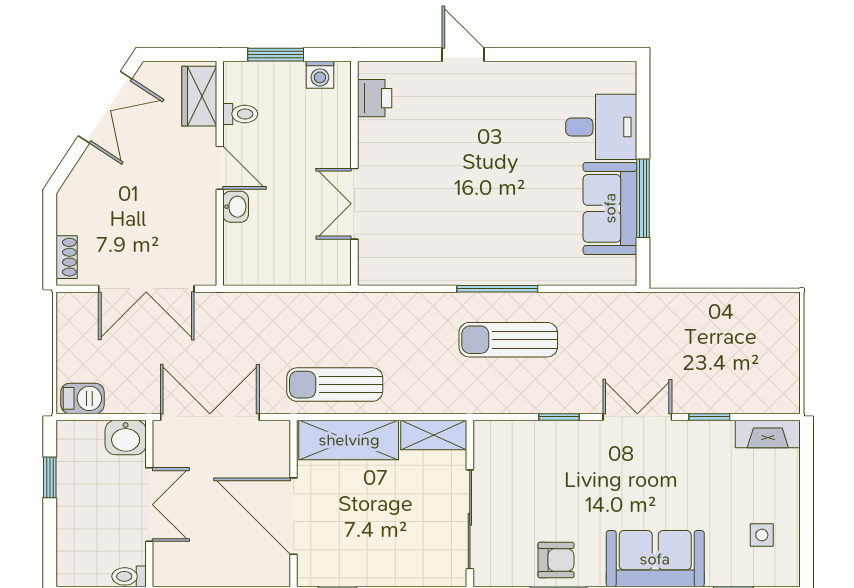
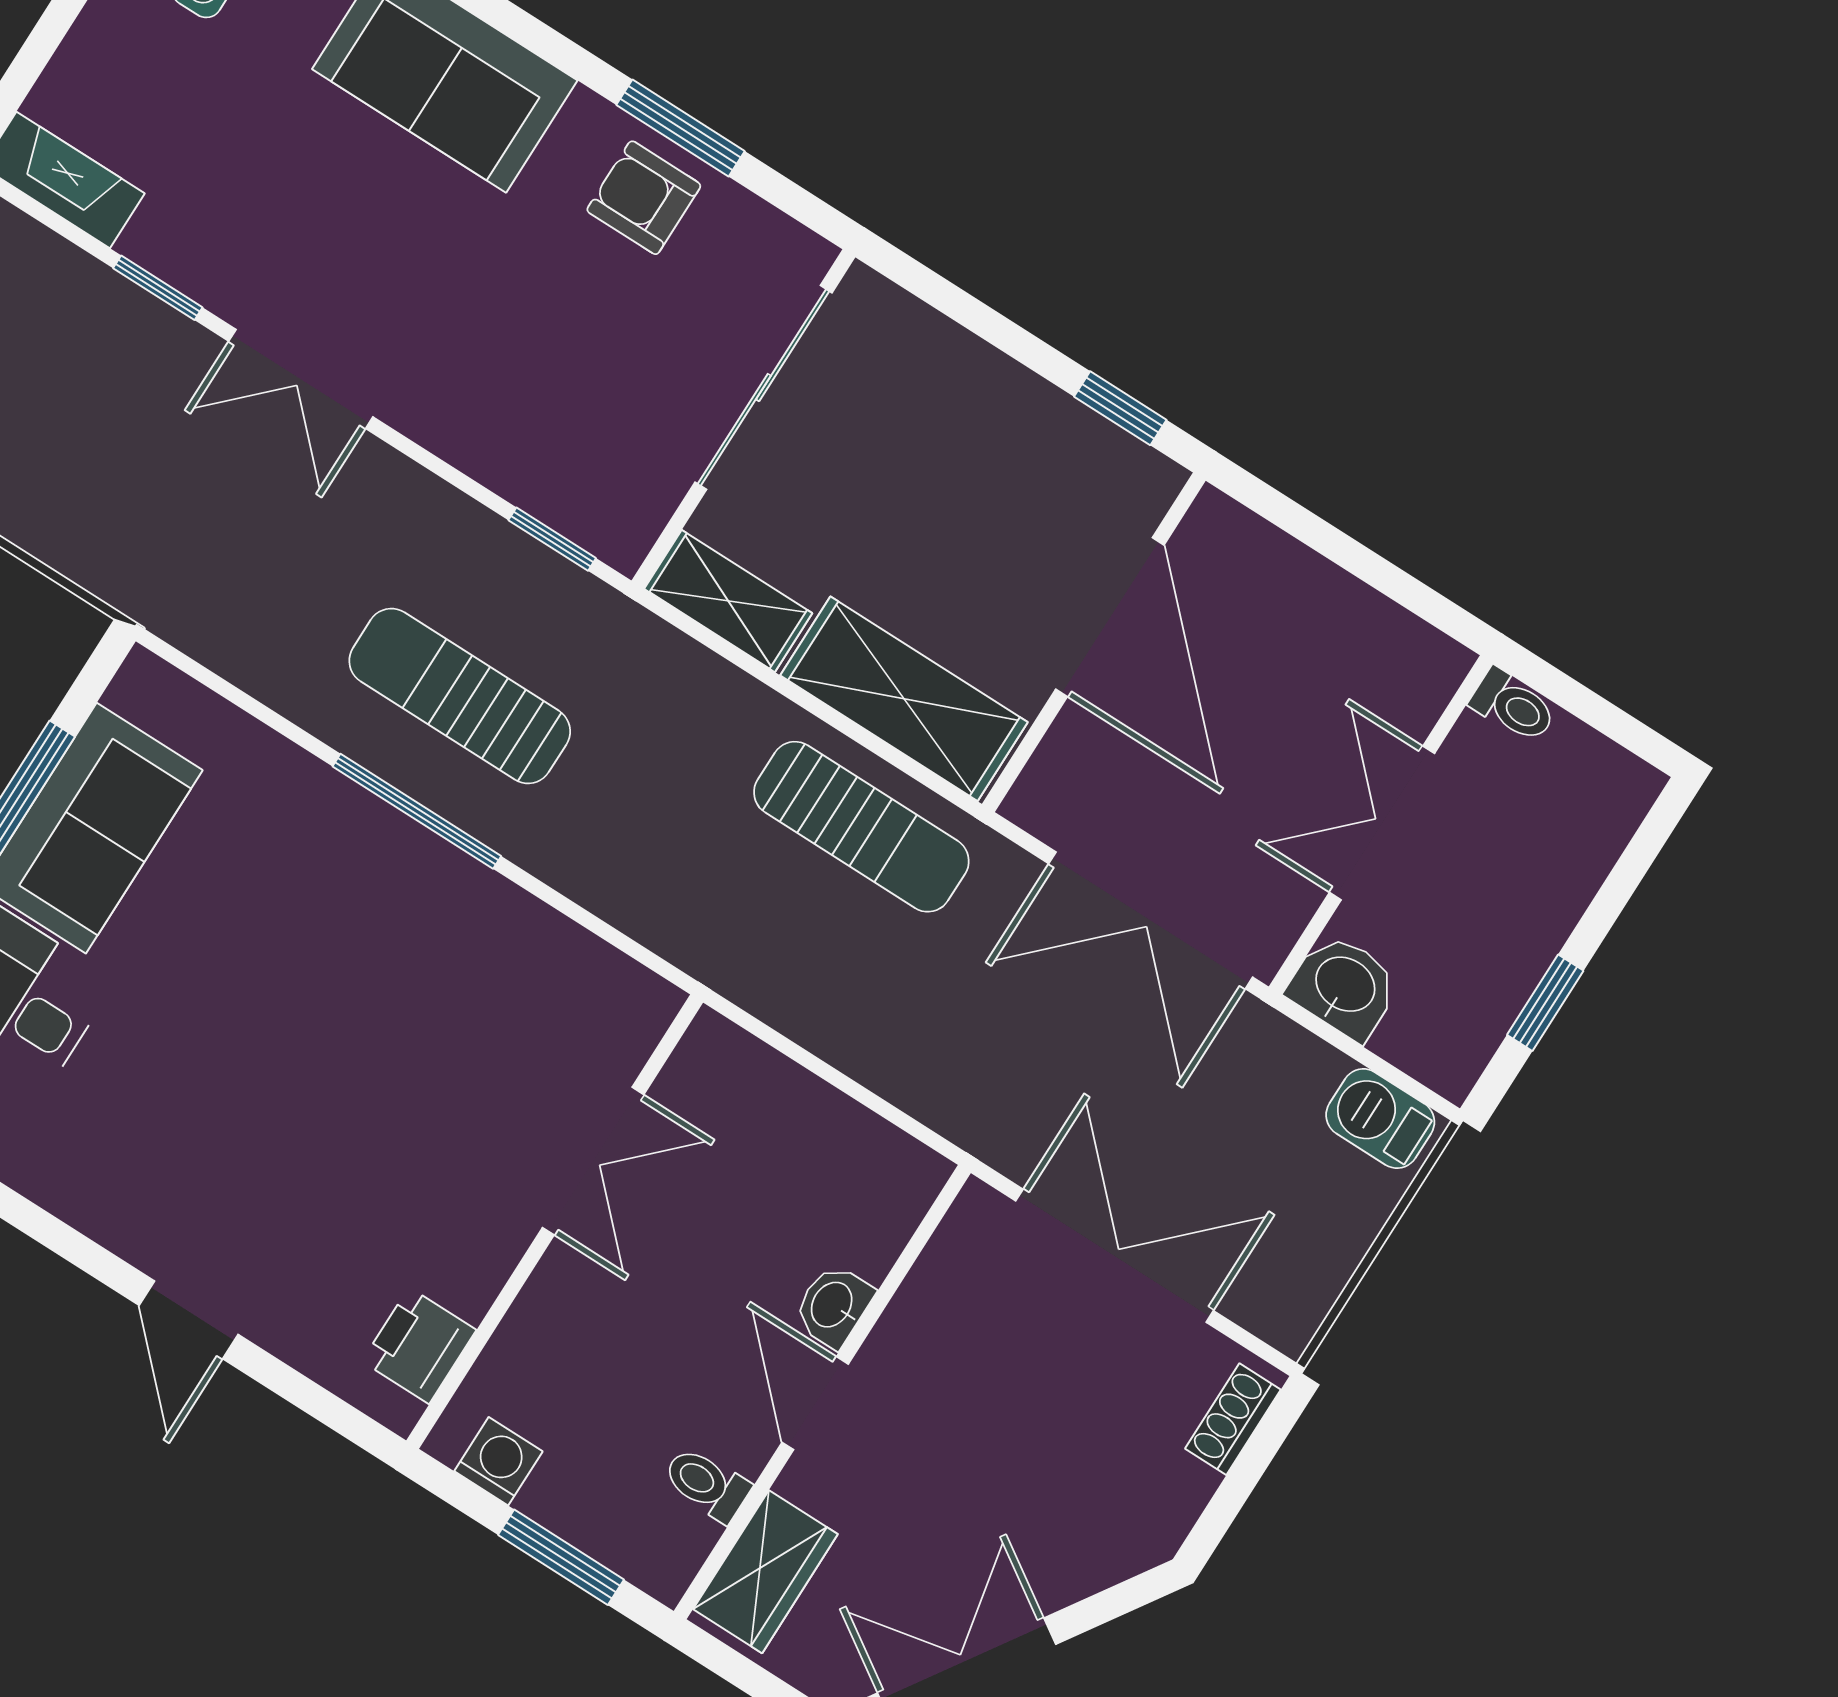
sun lounger: (508, 340) -> (460, 696), turned 180
window: (559, 417) -> (552, 539), moved

